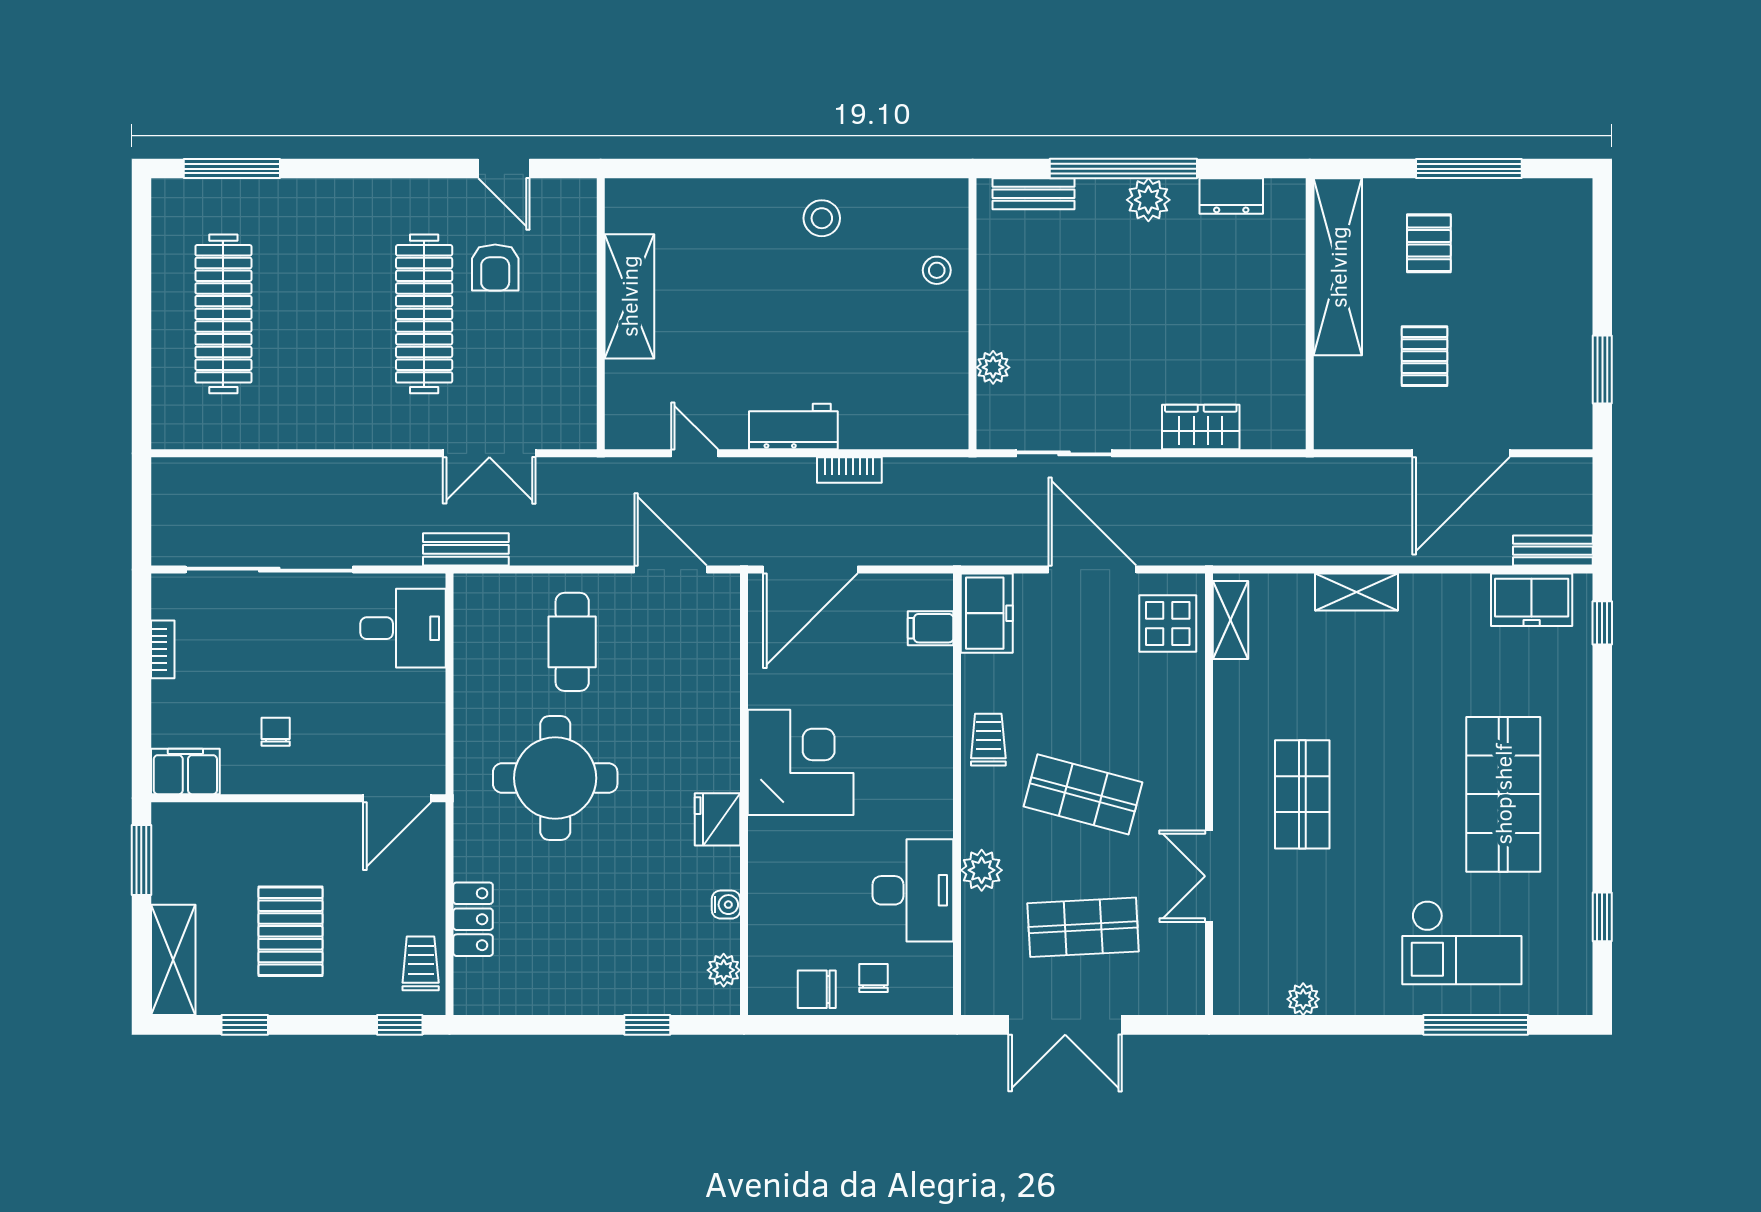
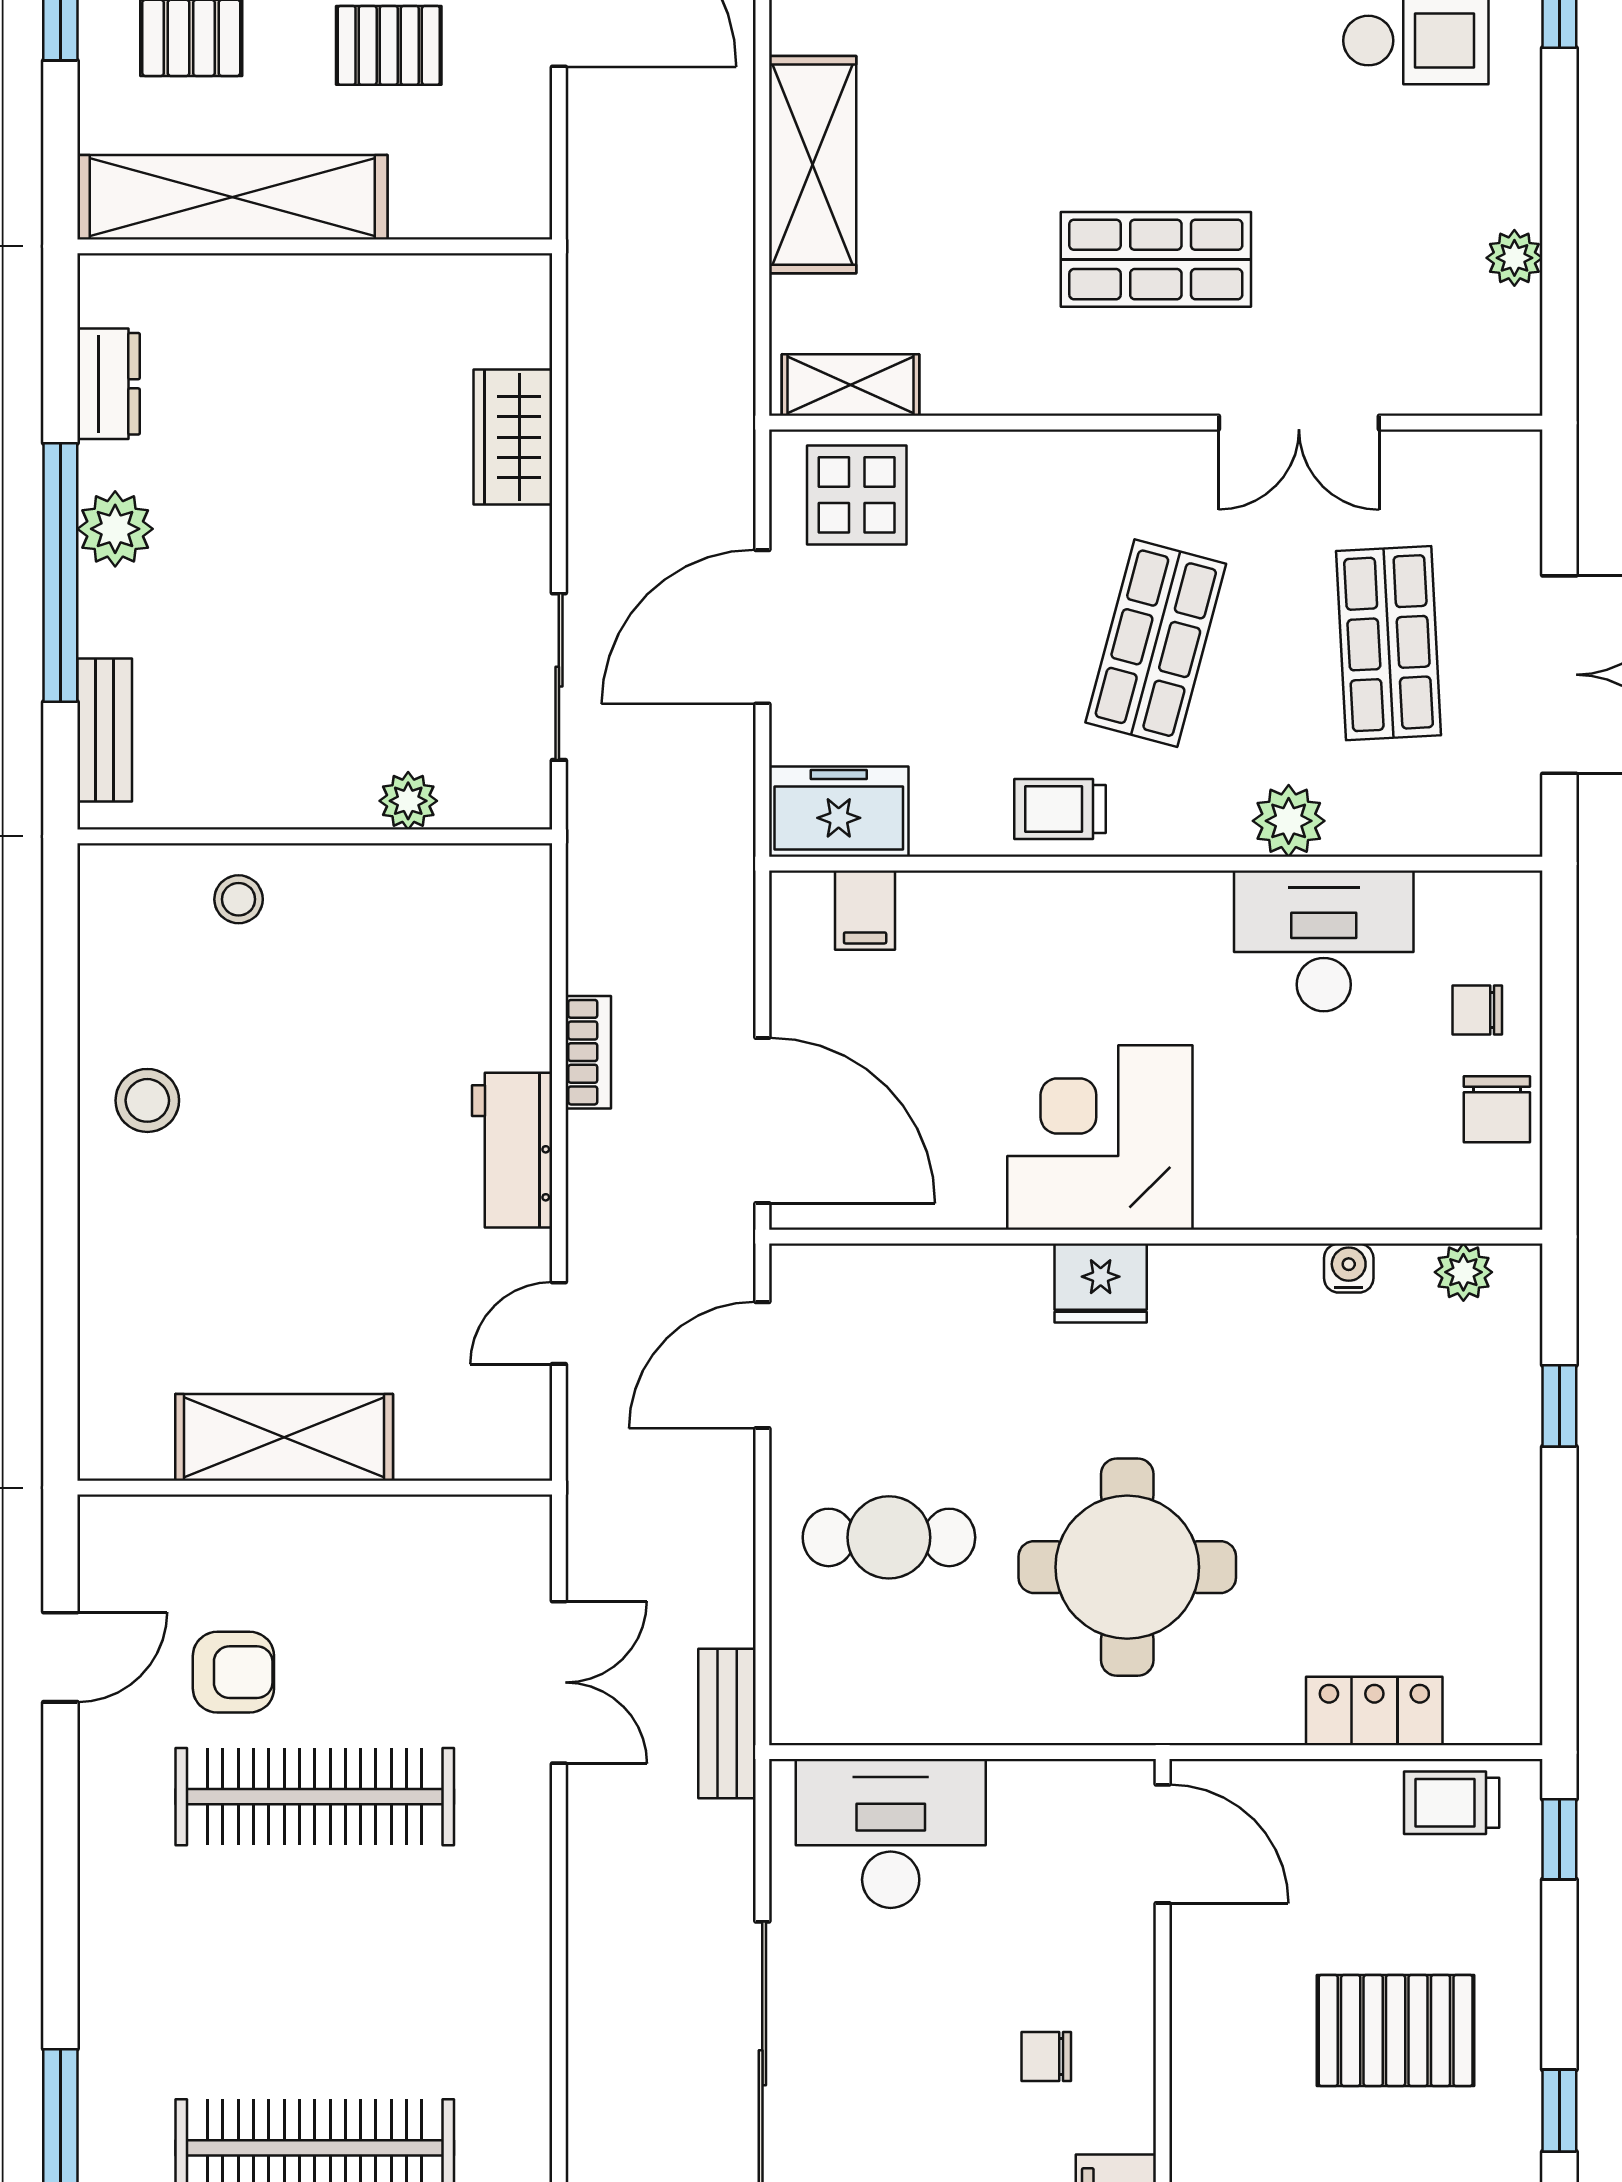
shelving: (1356, 592) -> (813, 165), width x1.50, depth x1.33
desk: (403, 628) -> (891, 1834), width x1.37
fridge: (717, 819) -> (1101, 1283), moved

